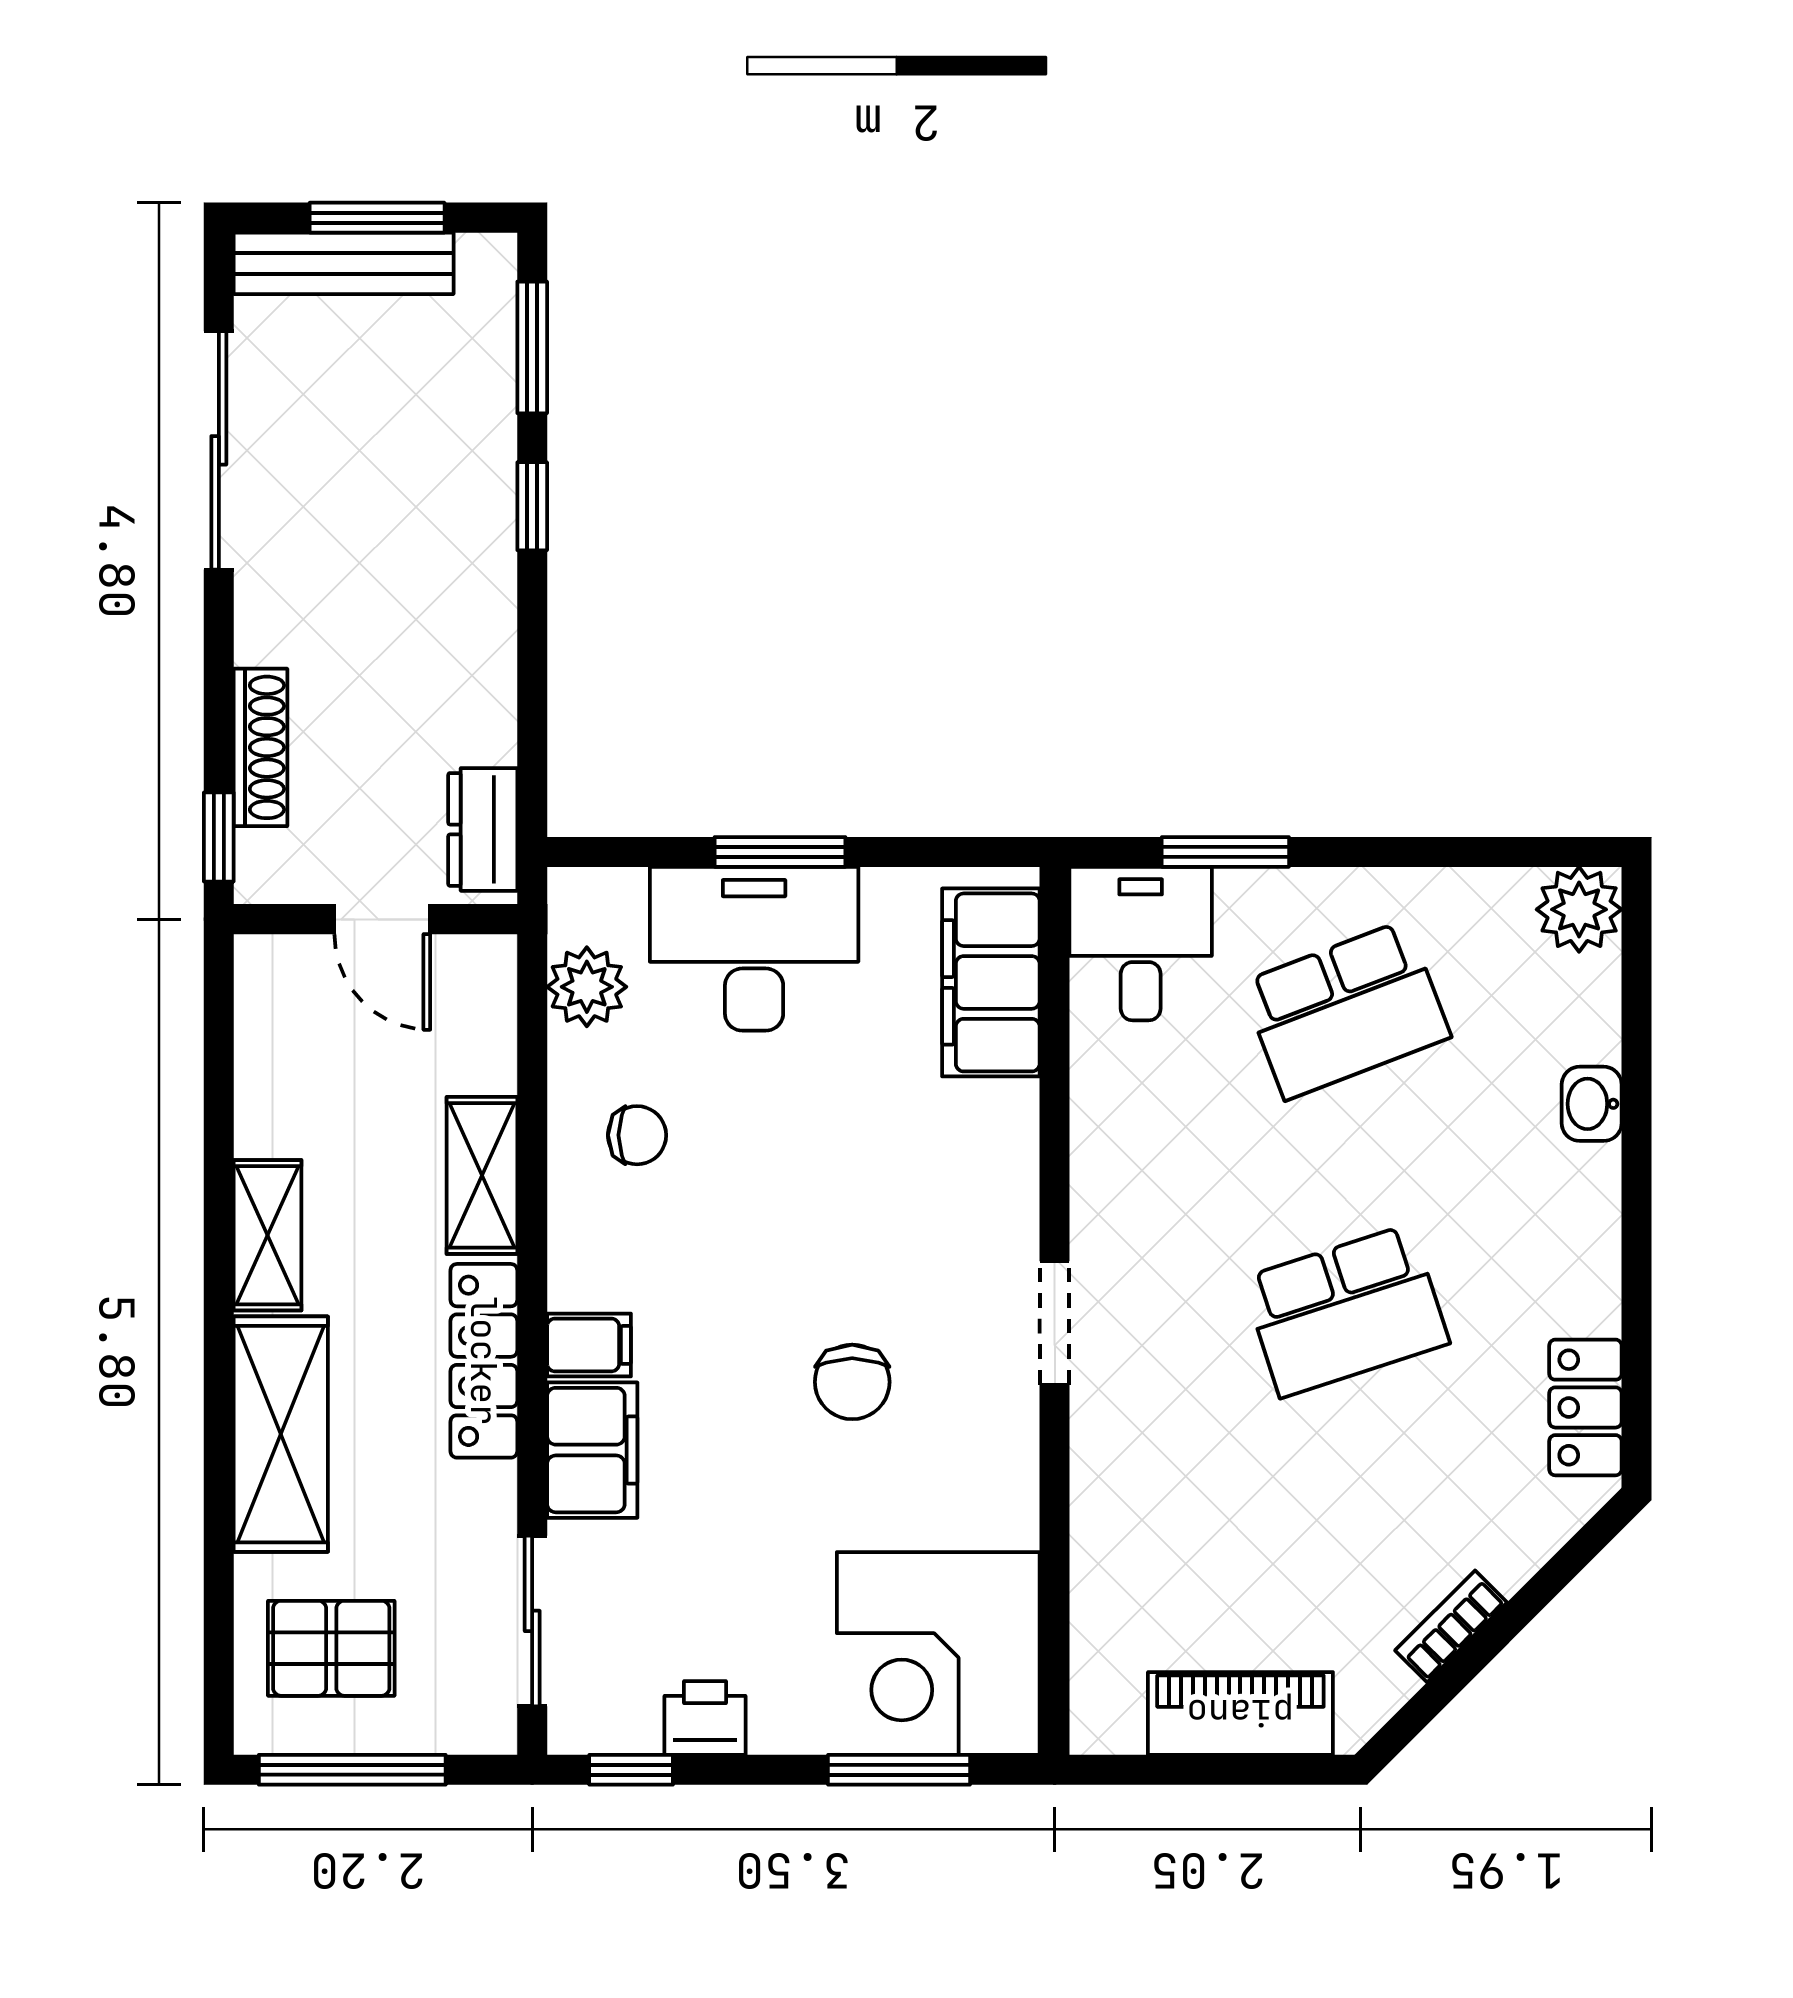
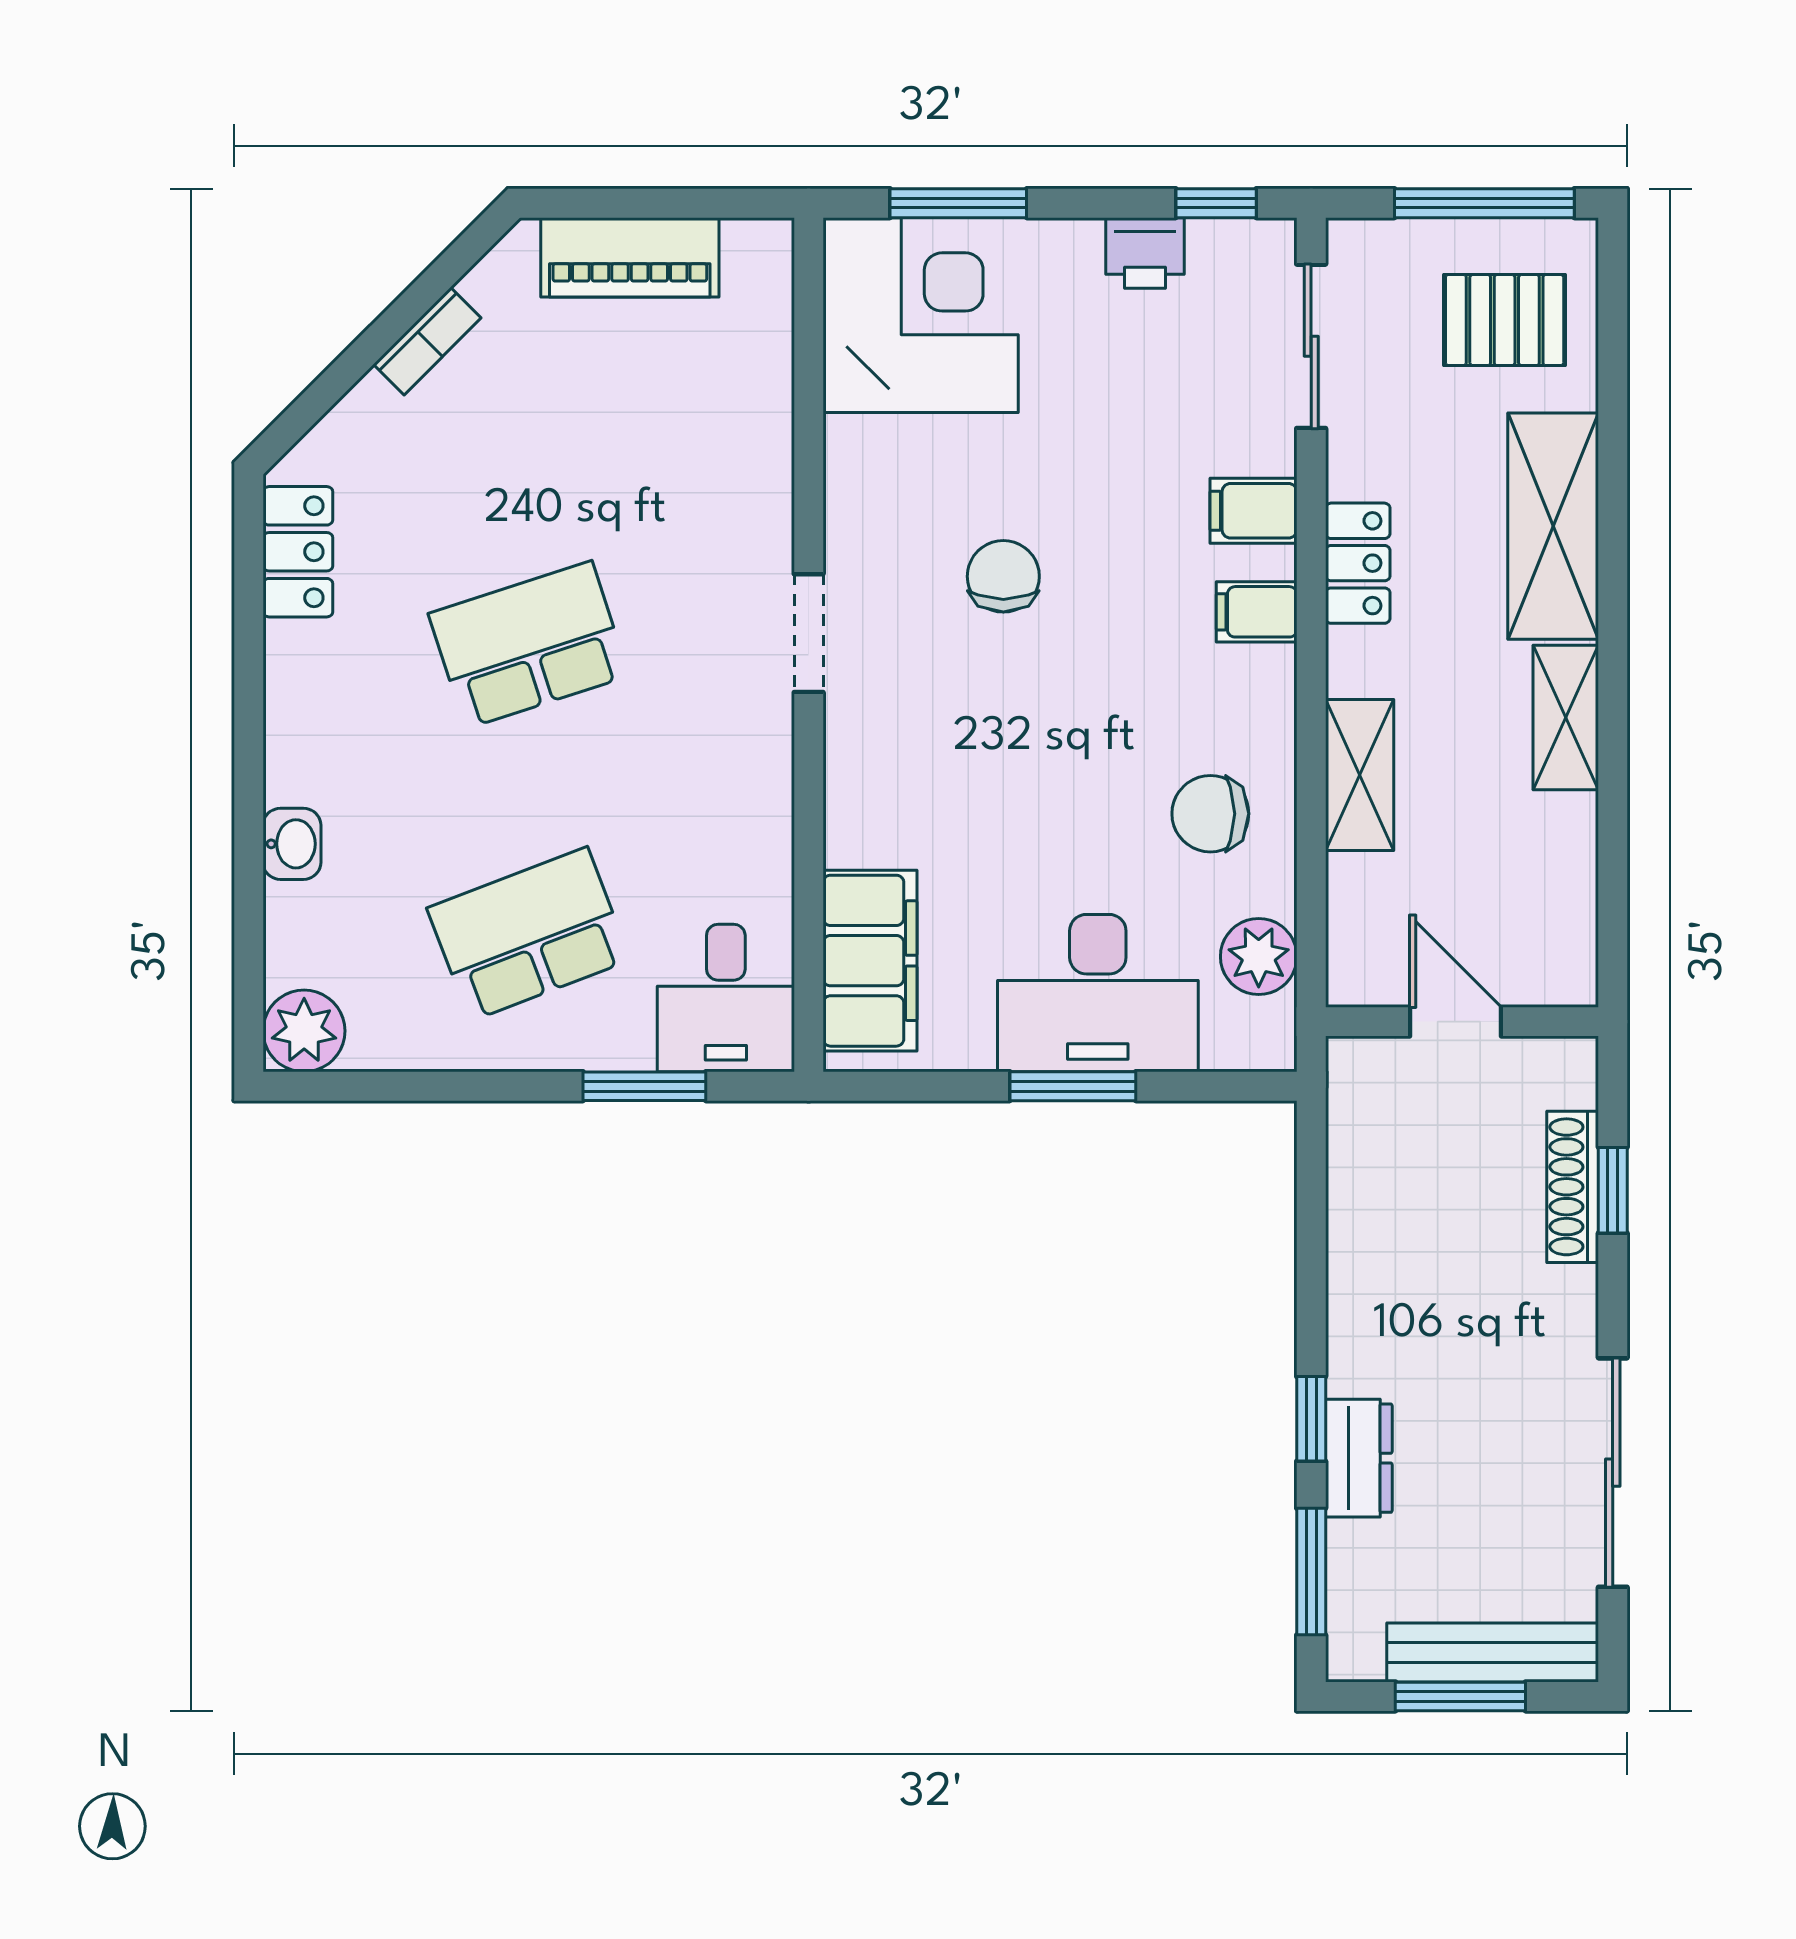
dresser: (483, 829) -> (1359, 1458), moved
window: (219, 837) -> (1613, 1190), moved
chair: (637, 1135) -> (1210, 814), width x1.37, depth x1.37
locker: (484, 1361) -> (1358, 563), width x0.66
filing cabinet: (592, 1450) -> (1253, 511), width x0.50

